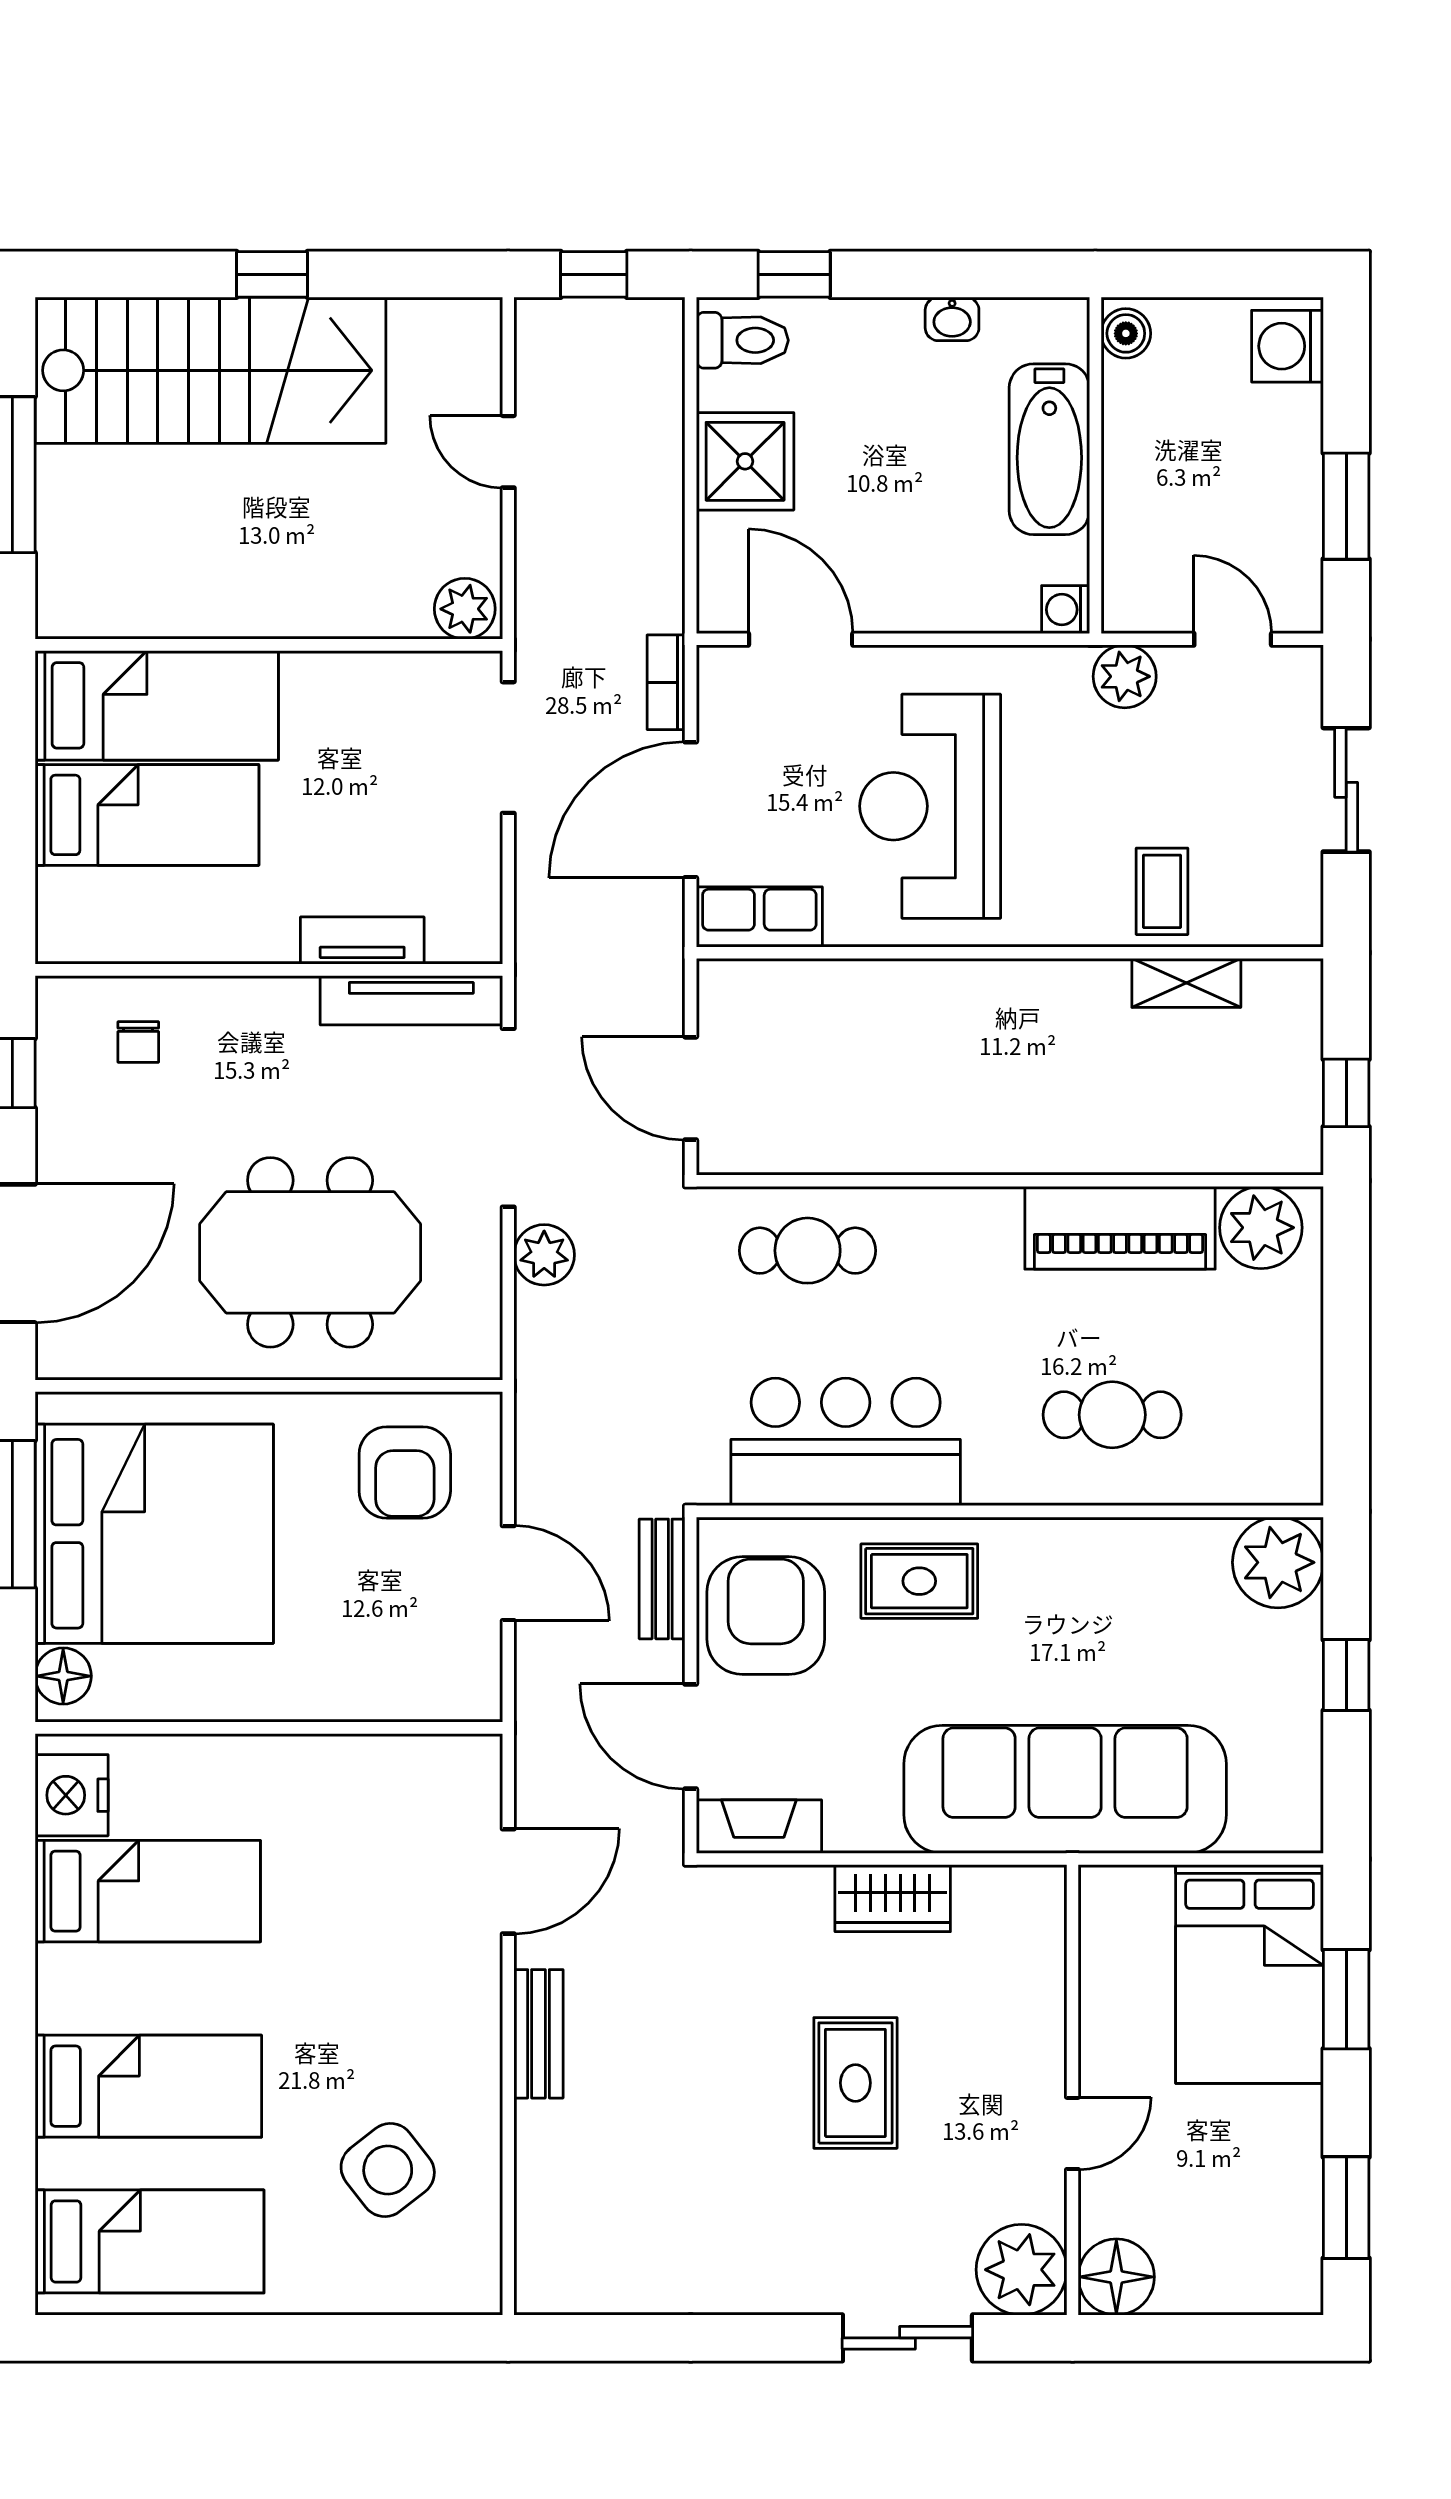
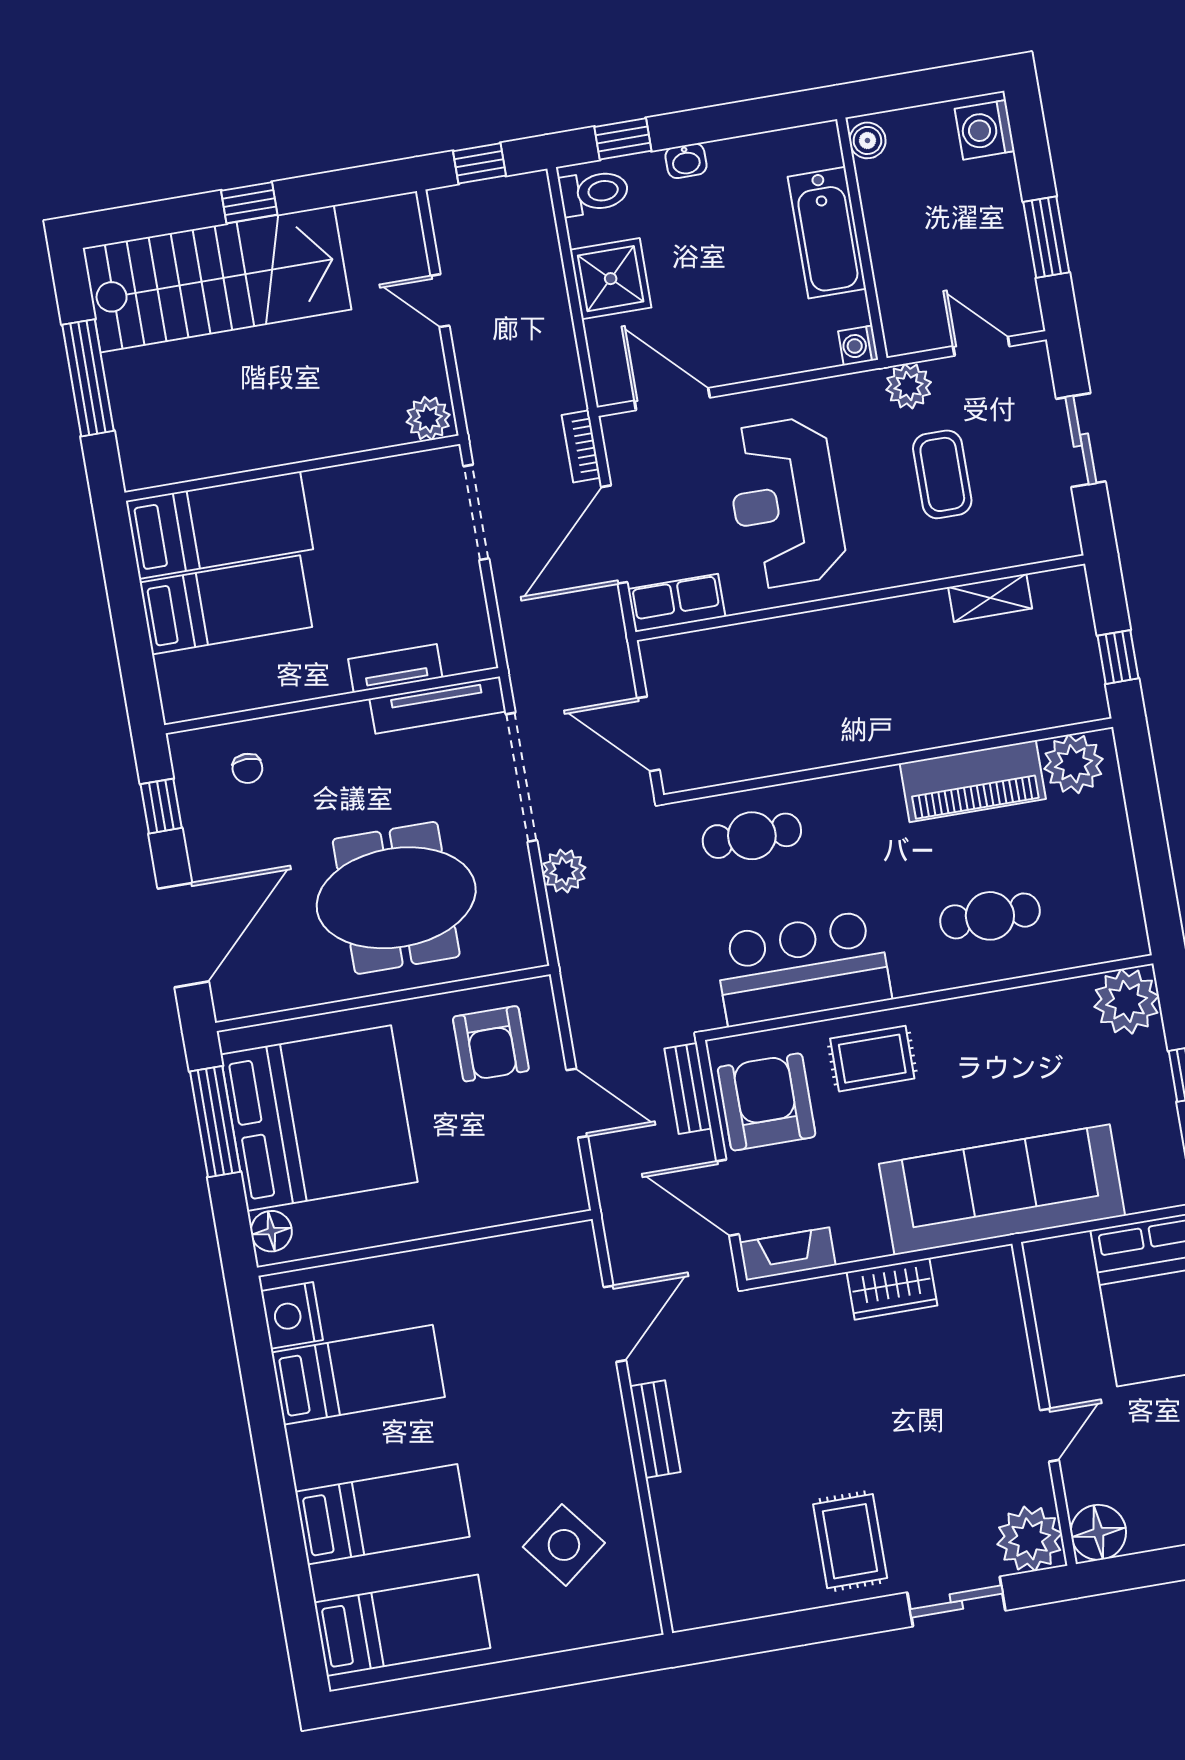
washbasin: (952, 319) -> (686, 161), moved
coffee table: (1162, 891) -> (942, 474), moved, width x1.36, depth x1.30
rug: (855, 2083) -> (850, 1541), moved

